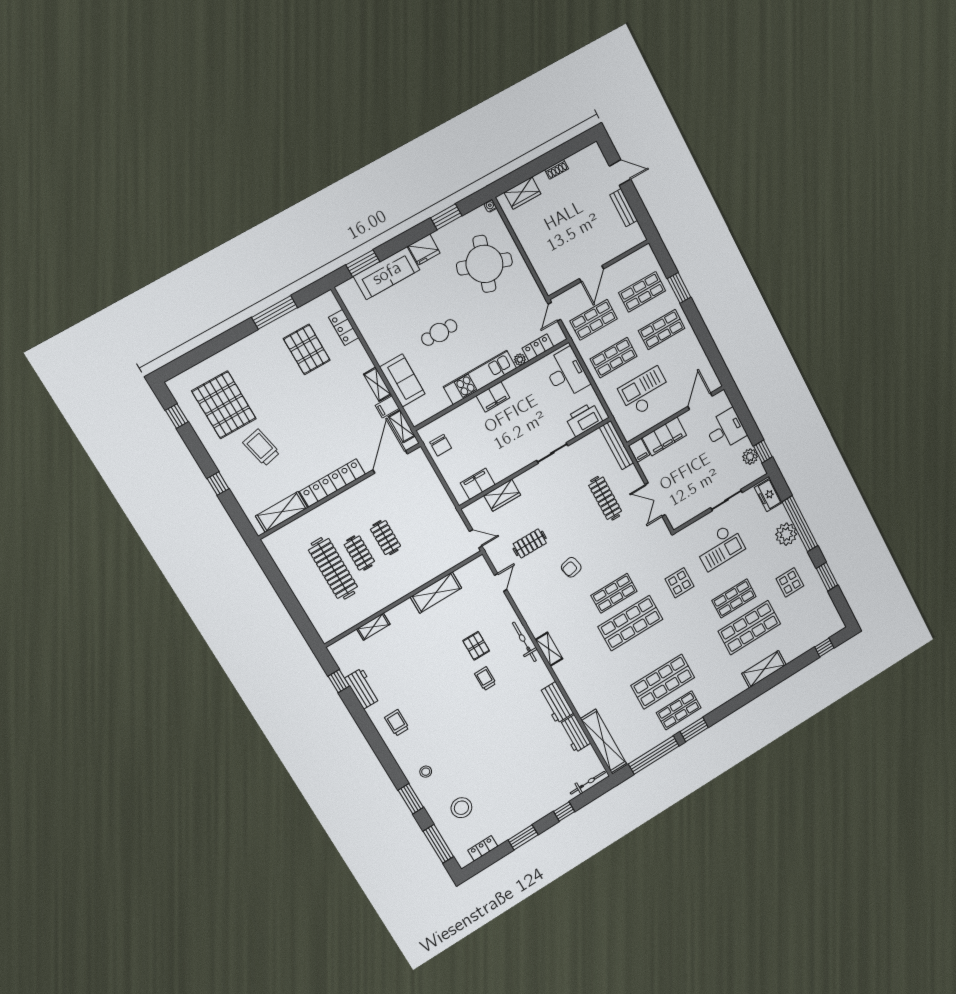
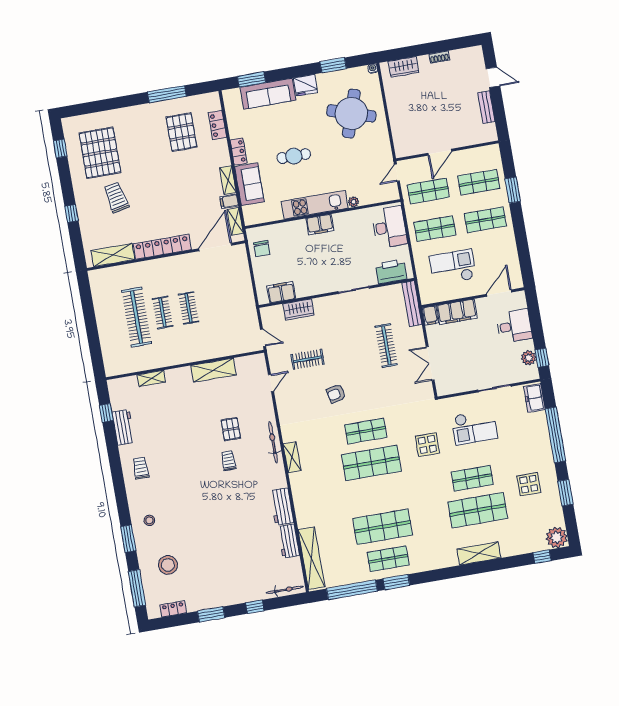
locker: (538, 347) -> (239, 151), moved, turned 90
plant: (786, 534) -> (557, 537), moved

